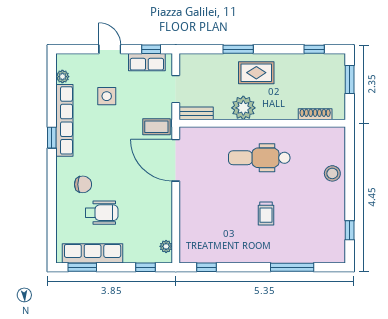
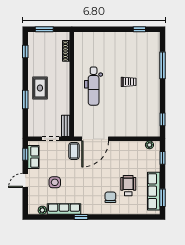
plant: (243, 108) -> (62, 96), removed
row of seats: (64, 120) -> (64, 209), width x0.73
stool: (332, 173) -> (103, 40), removed

